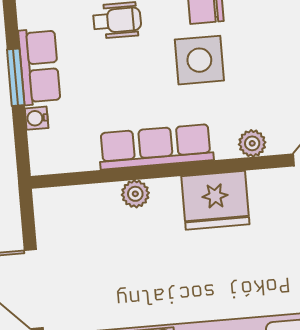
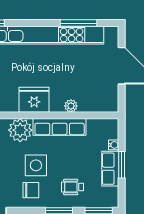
plant: (252, 143) -> (20, 130), width x1.88, depth x1.88

